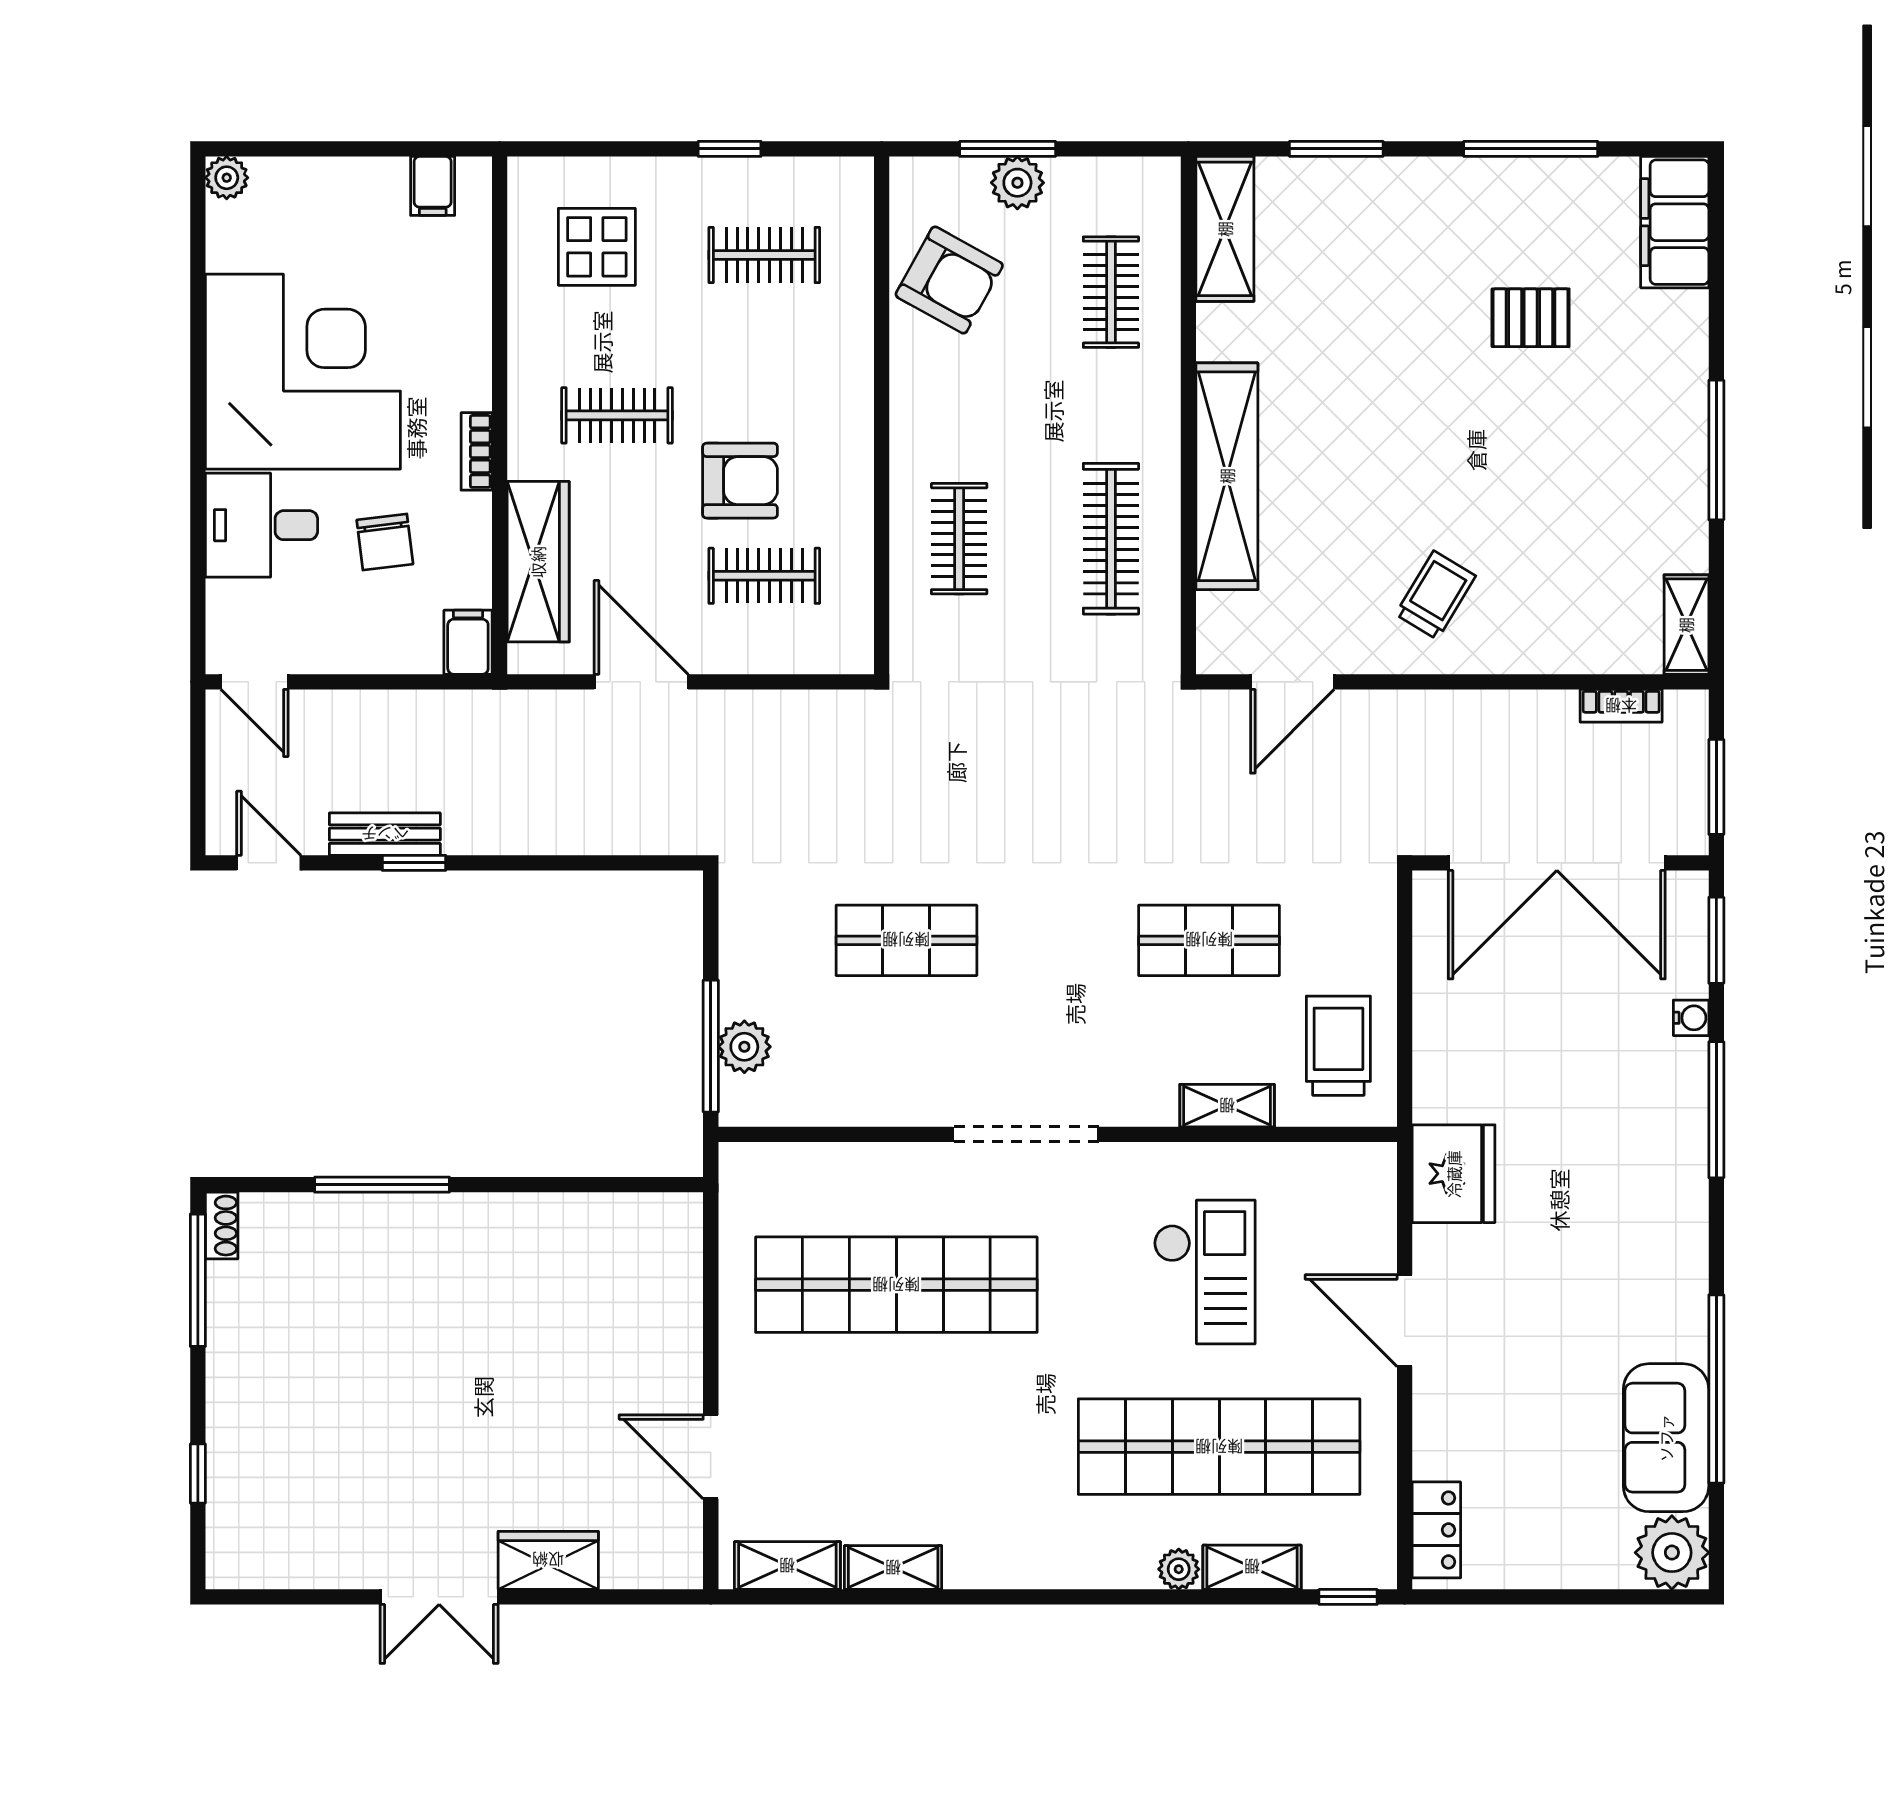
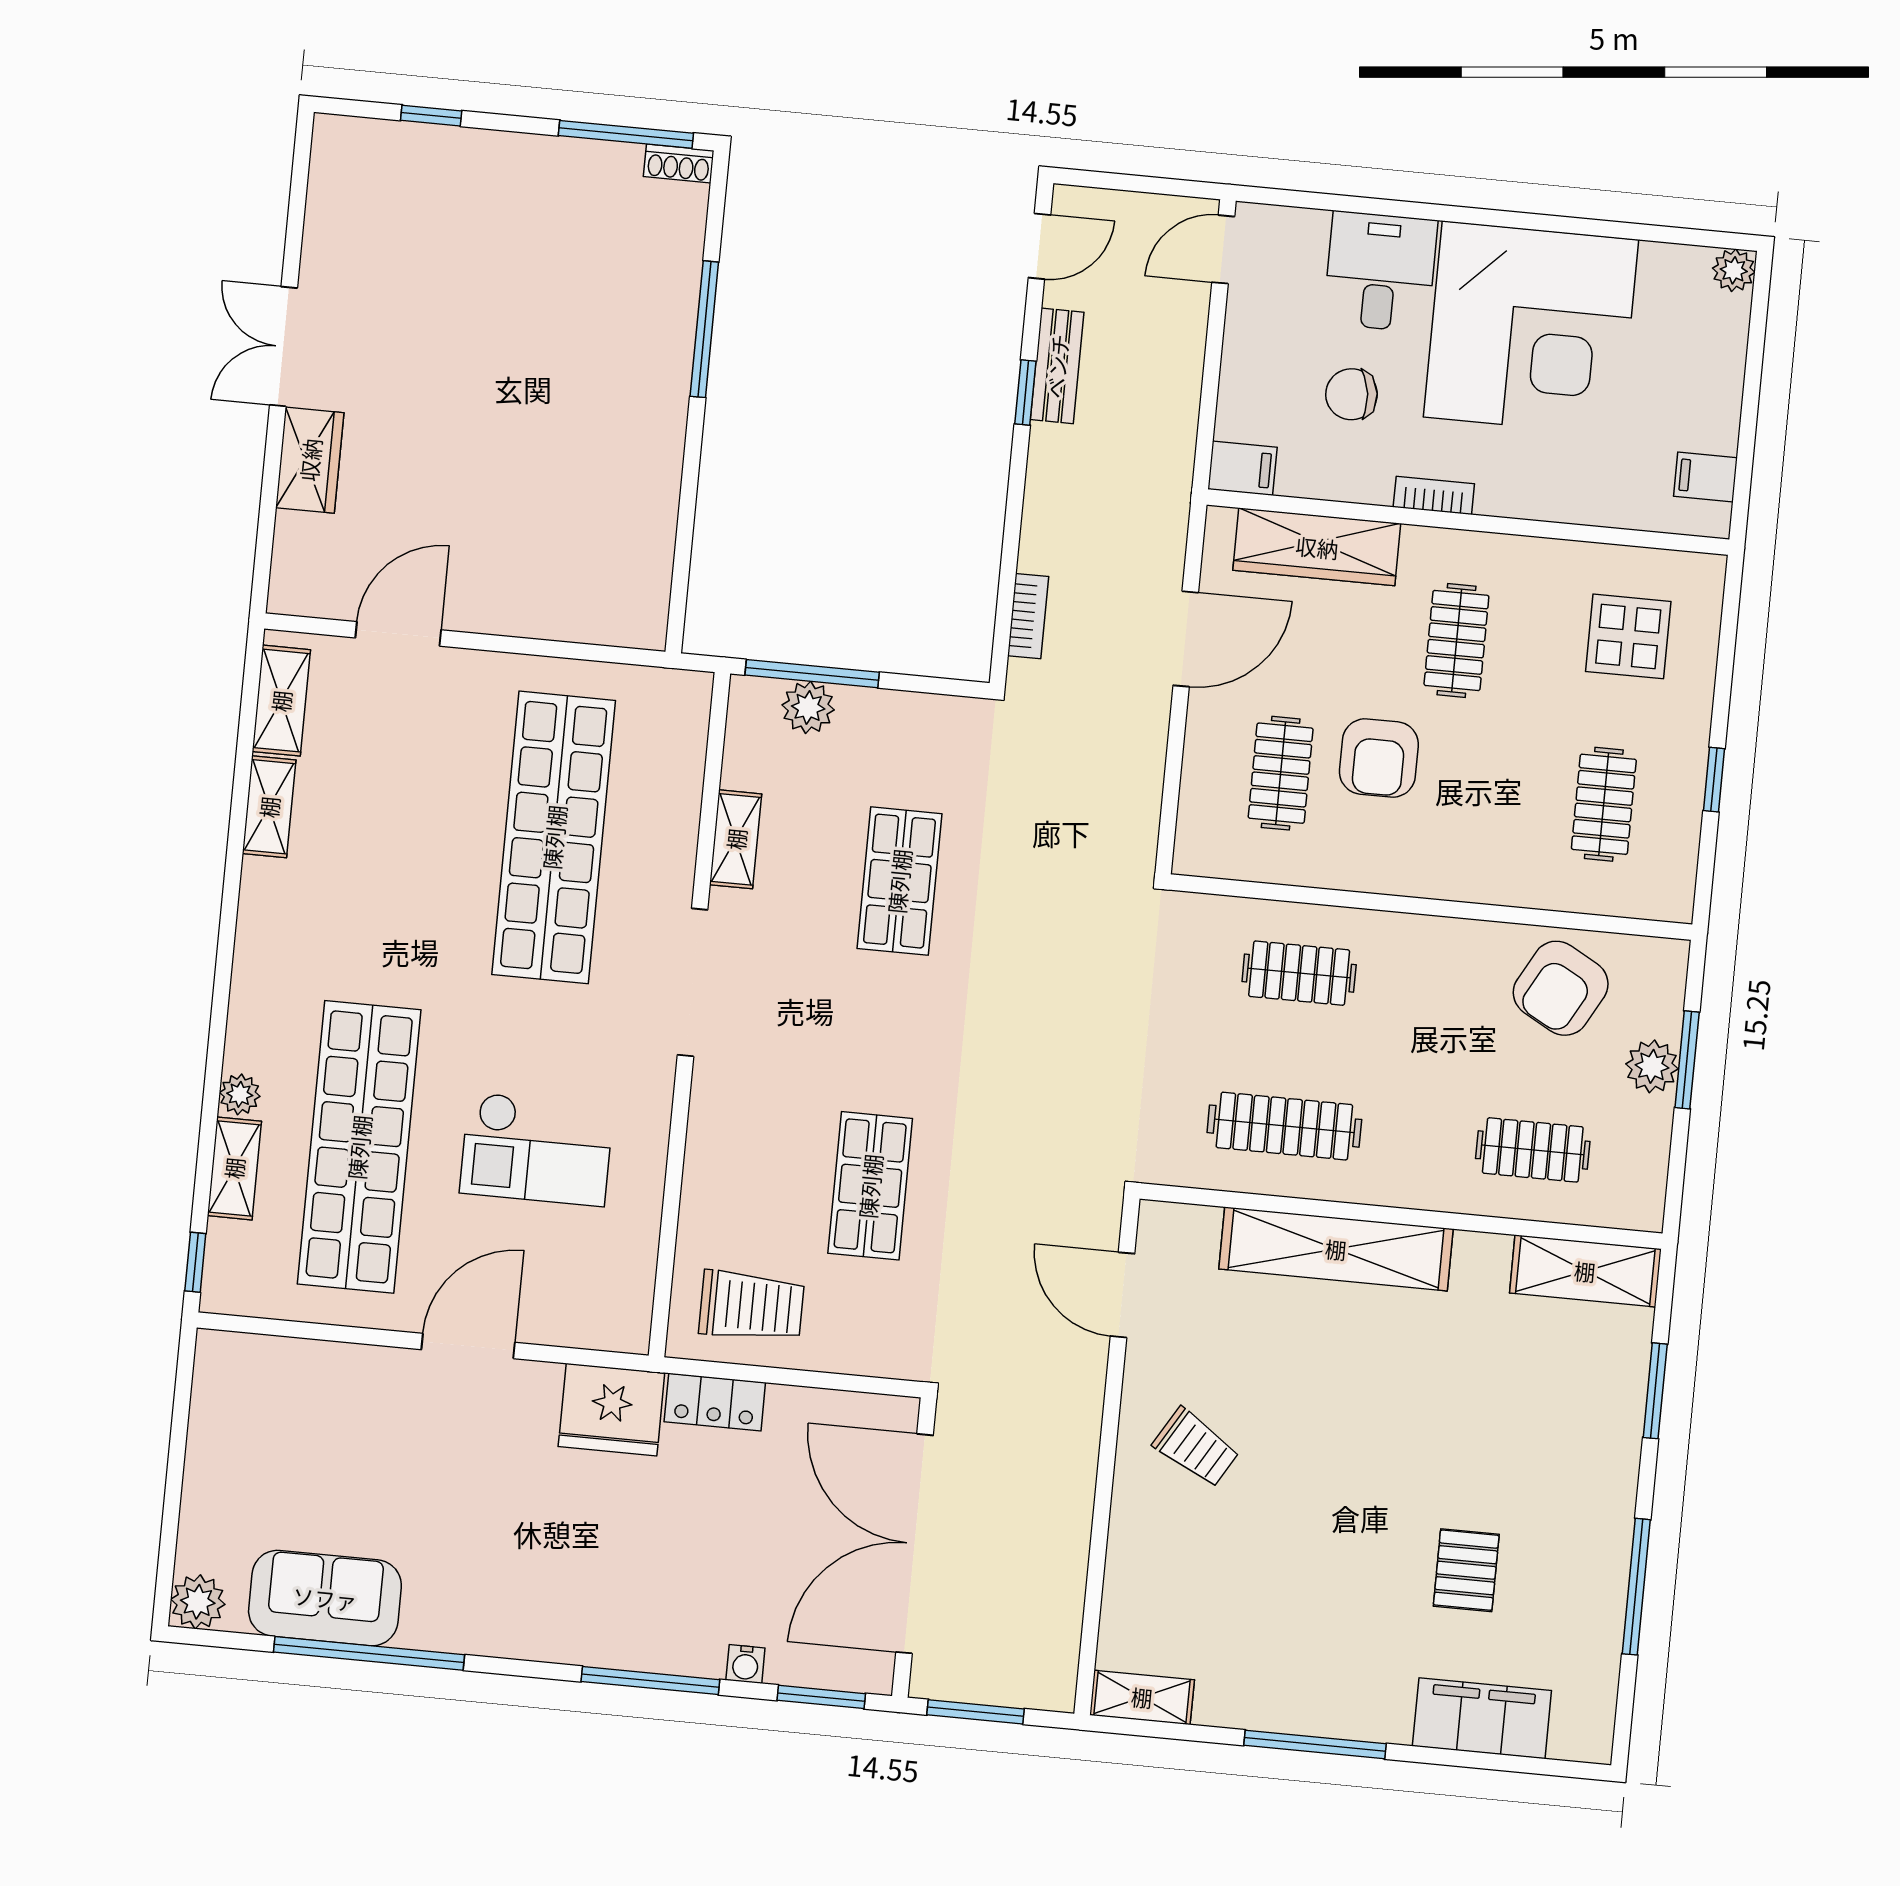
filing cabinet: (1675, 222) -> (1482, 1718), moved
bookcase: (1621, 706) -> (1028, 616), moved, turned 180
shelving: (1227, 1106) -> (736, 839), moved
locker: (1436, 1530) -> (715, 1402), moved
plant: (1672, 1553) -> (198, 1602), width x0.73, depth x0.73

